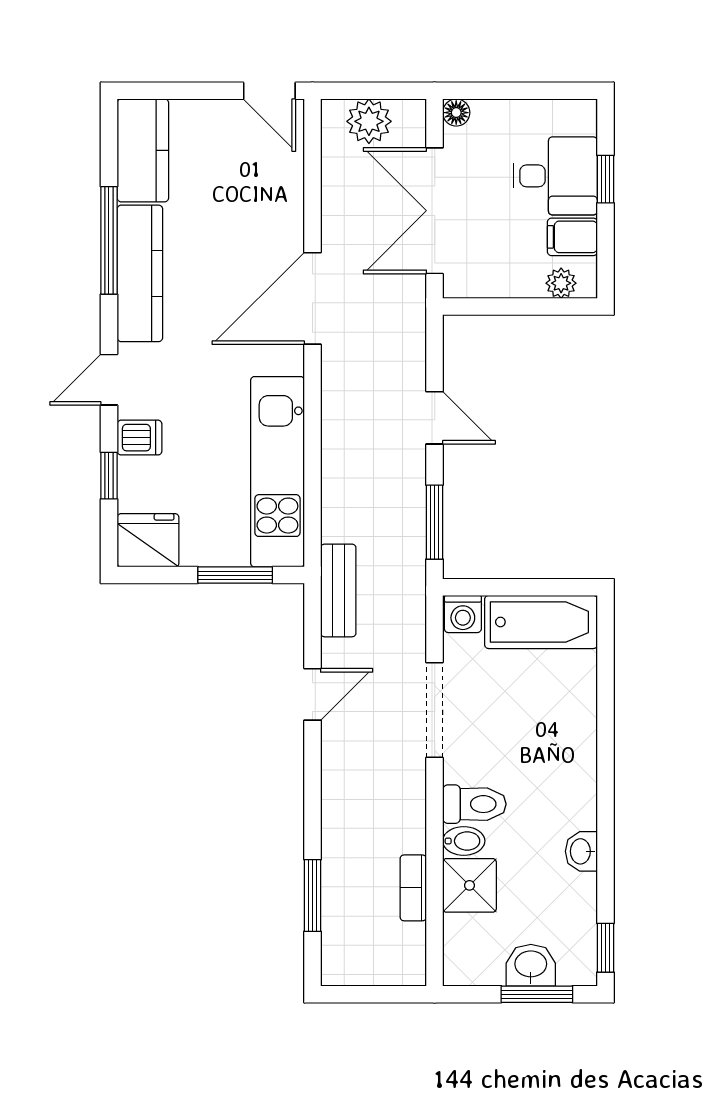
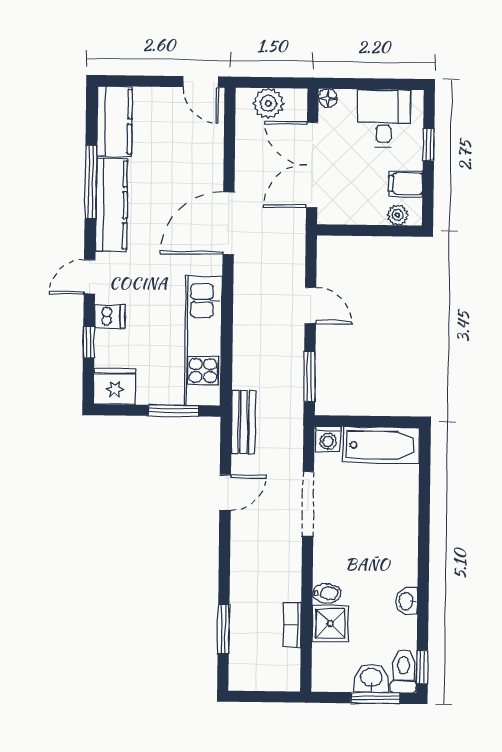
desk: (555, 176) -> (384, 118), moved, turned -90
toilet: (474, 804) -> (404, 671), moved, turned -90

